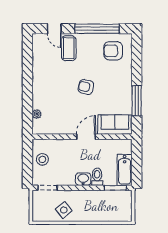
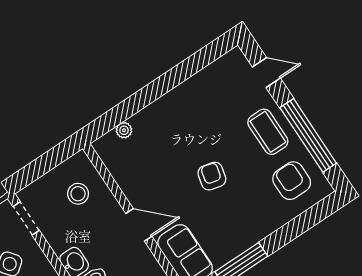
door: (54, 29) -> (266, 73), swing flipped
coffee table: (69, 48) -> (268, 132), moved, turned 90
stool: (42, 159) -> (78, 194), moved

